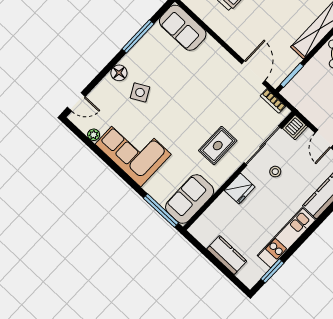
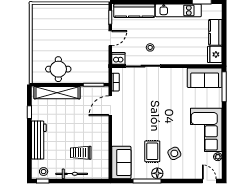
floor lamp: (119, 73) -> (157, 173), moved
rug: (218, 146) -> (152, 151), moved, turned 90
fridge: (240, 189) -> (215, 54), moved, turned -90

